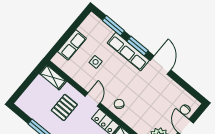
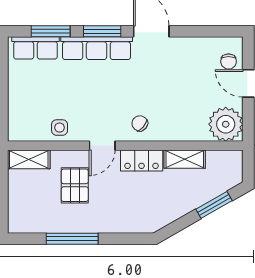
row of seats: (72, 45) -> (35, 48), moved, turned 90
side table: (96, 62) -> (60, 128), moved
door: (93, 100) -> (102, 146), swing flipped

